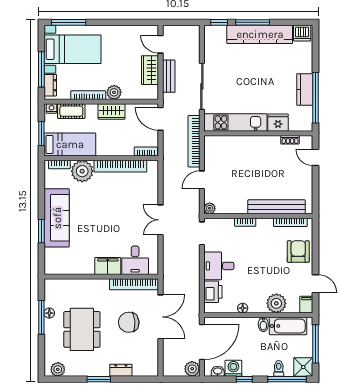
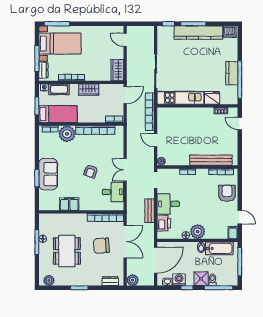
wardrobe: (150, 70) -> (117, 70), moved
bench: (169, 76) -> (150, 211), moved
plant: (114, 92) -> (91, 75), removed
door: (161, 119) -> (125, 95), swing flipped
door: (202, 180) -> (156, 140), hinge flipped
sofa: (57, 218) -> (48, 174), width x0.73
armchair: (114, 222) -> (91, 171), added
desk: (135, 260) -> (113, 192), moved, turned -90
filing cabinet: (108, 266) -> (69, 204), moved
plant: (276, 303) -> (198, 232), moved
shower: (303, 367) -> (201, 279), moved
plant: (192, 369) -> (133, 280), moved
dresser: (121, 370) -> (110, 281), moved

